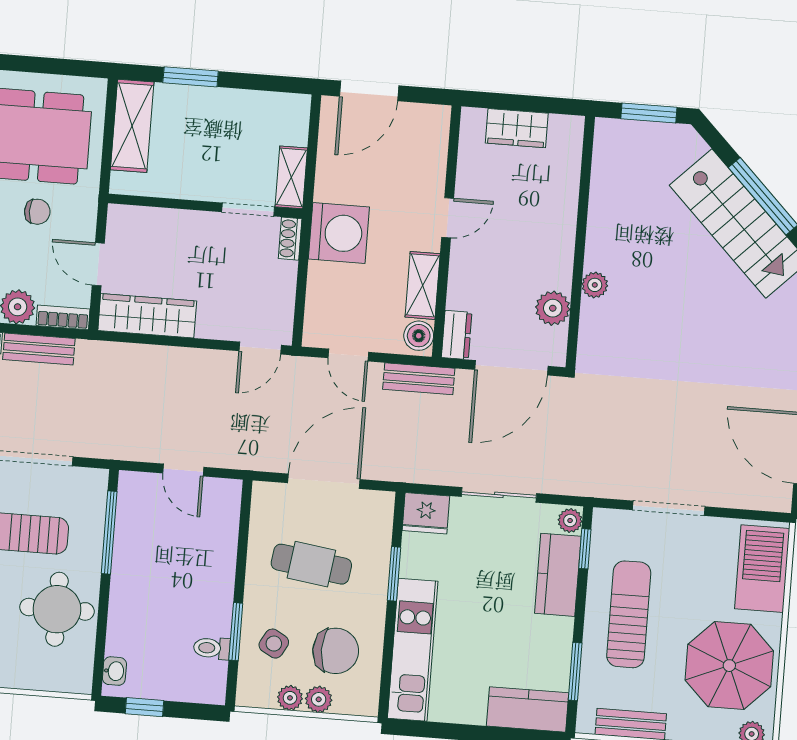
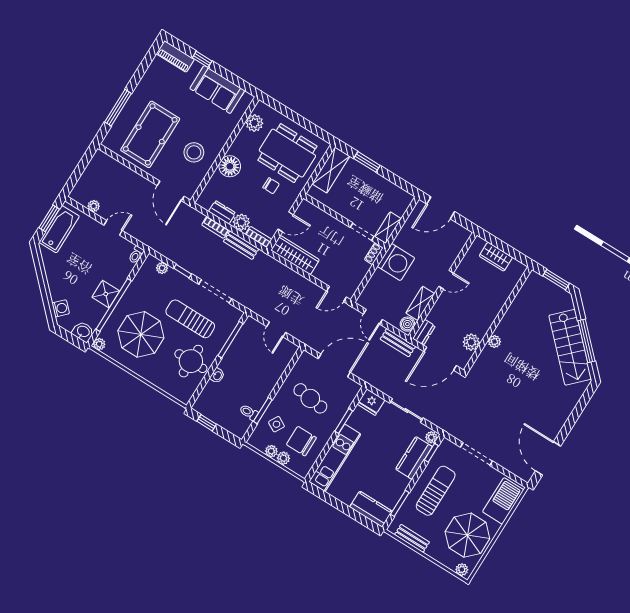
door: (98, 264) -> (286, 222), swing flipped
chair: (336, 651) -> (301, 441), turned 180
washbasin: (114, 671) -> (217, 376), moved

